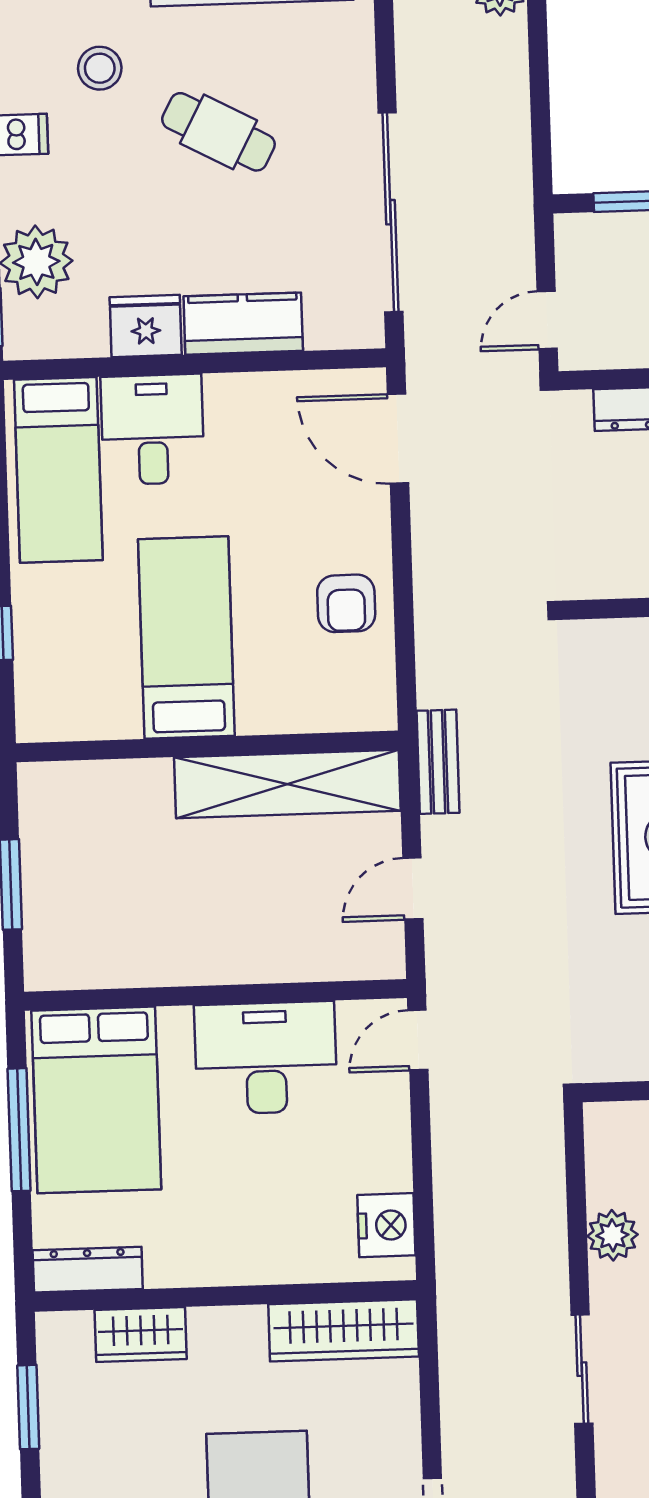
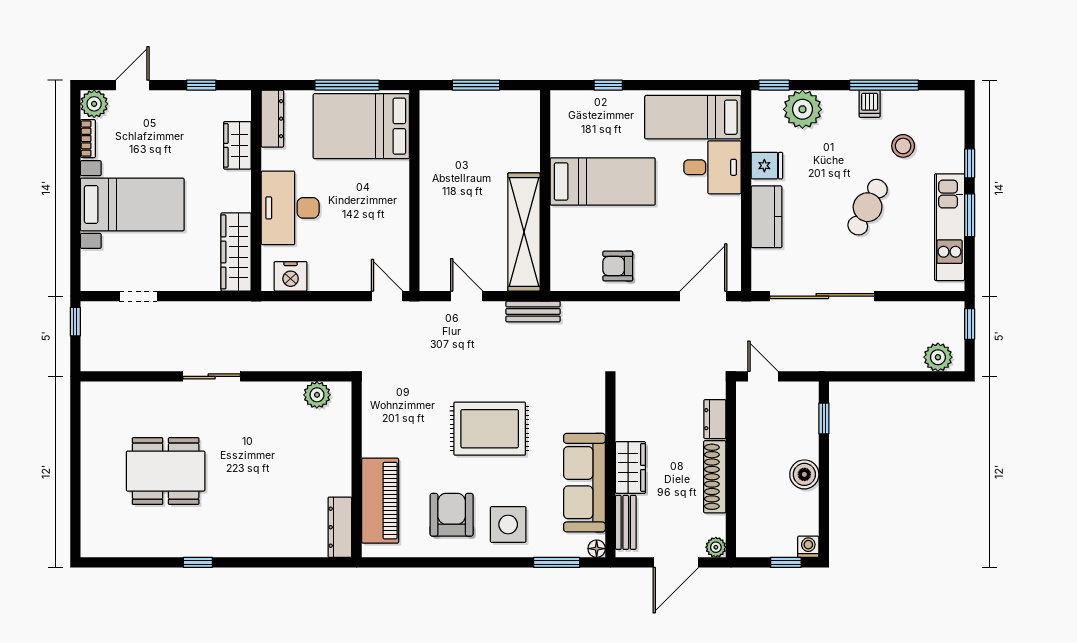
fridge: (146, 326) -> (767, 166), width x0.72
desk: (266, 1058) -> (290, 208), moved, turned 180
plant: (612, 1235) -> (317, 395), moved
window: (28, 1407) -> (201, 85), width x0.67

